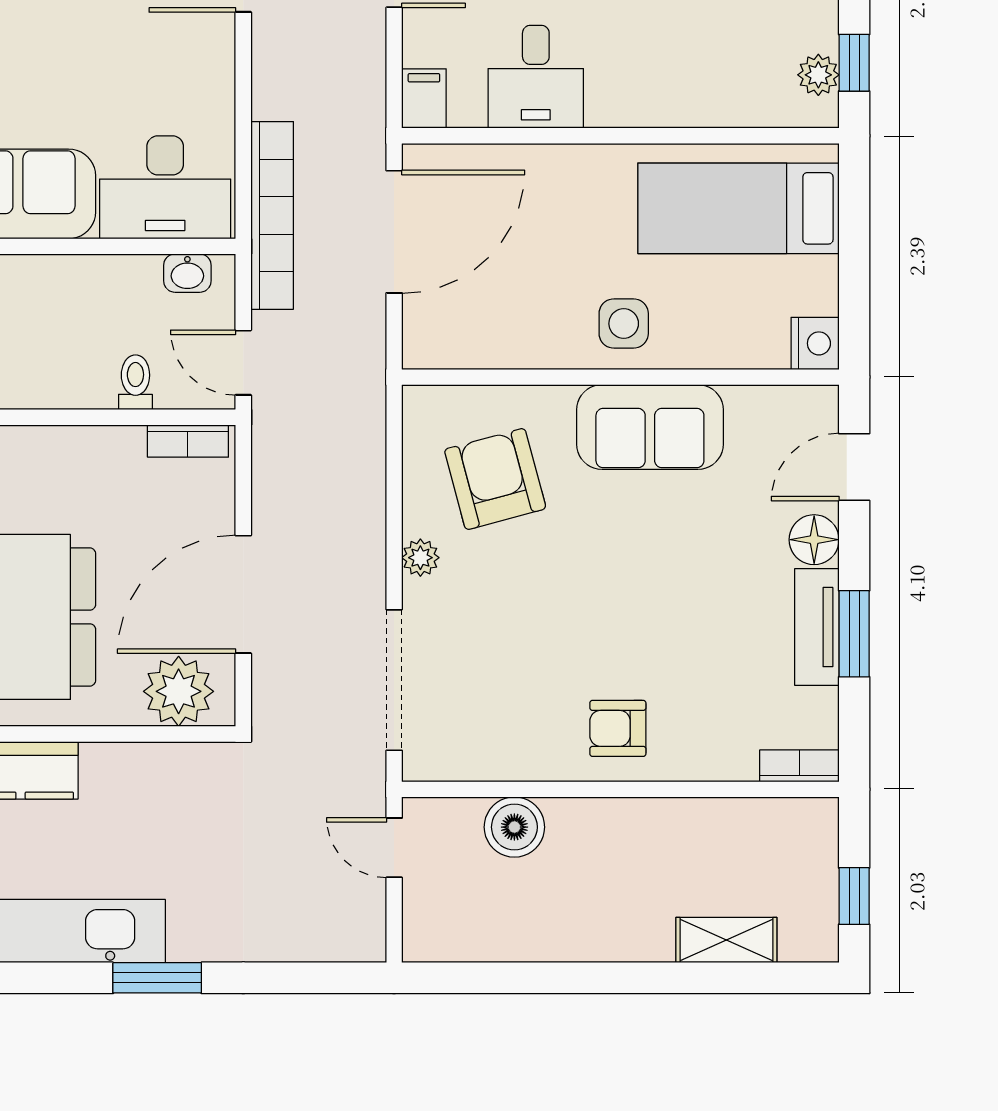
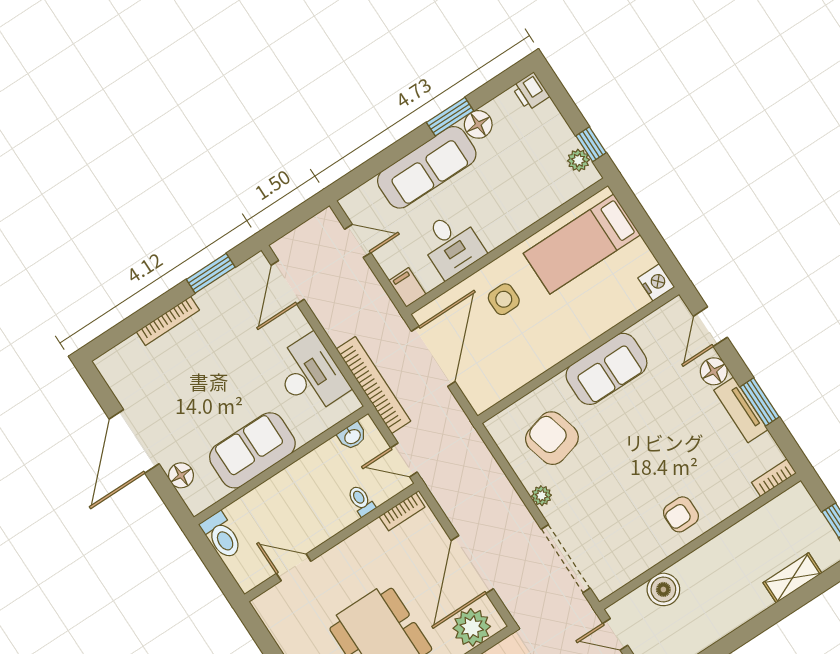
desk: (165, 187) -> (310, 375), moved, turned -90
side table: (624, 324) -> (504, 299), moved

